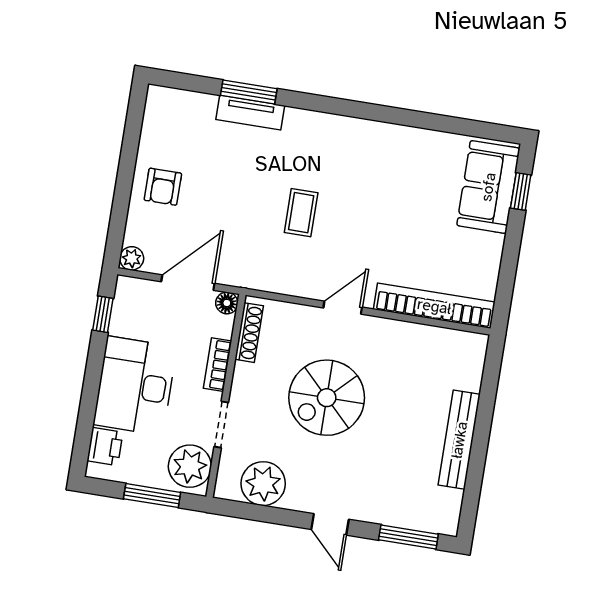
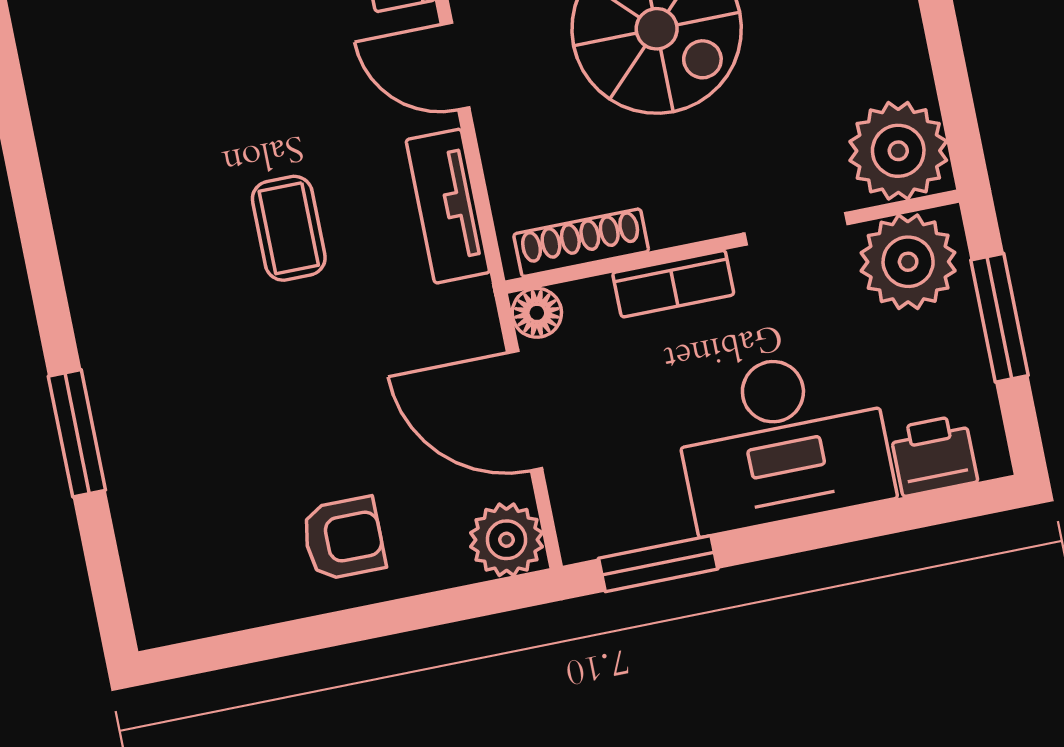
tv unit: (250, 113) -> (448, 206), moved, turned 180
coffee table: (301, 213) -> (289, 228), turned 90
plant: (132, 258) -> (506, 540), width x1.38, depth x1.38
window: (103, 314) -> (658, 564), width x1.50
plant: (263, 484) -> (898, 151), moved

